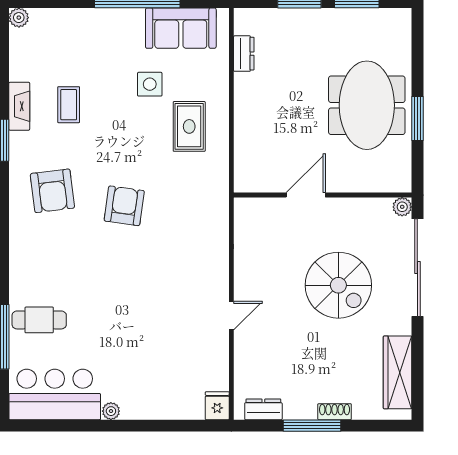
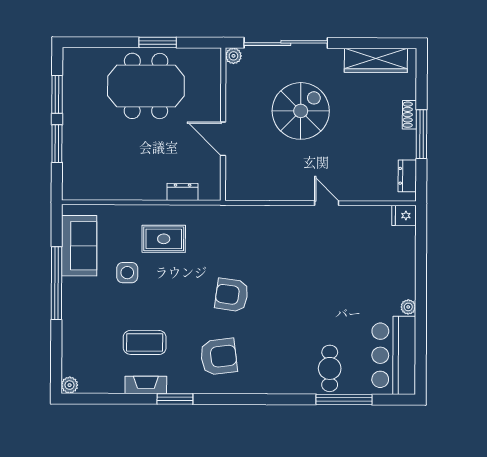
dresser: (244, 54) -> (183, 192), moved
coffee table: (69, 105) -> (145, 342), width x1.36, depth x1.30

